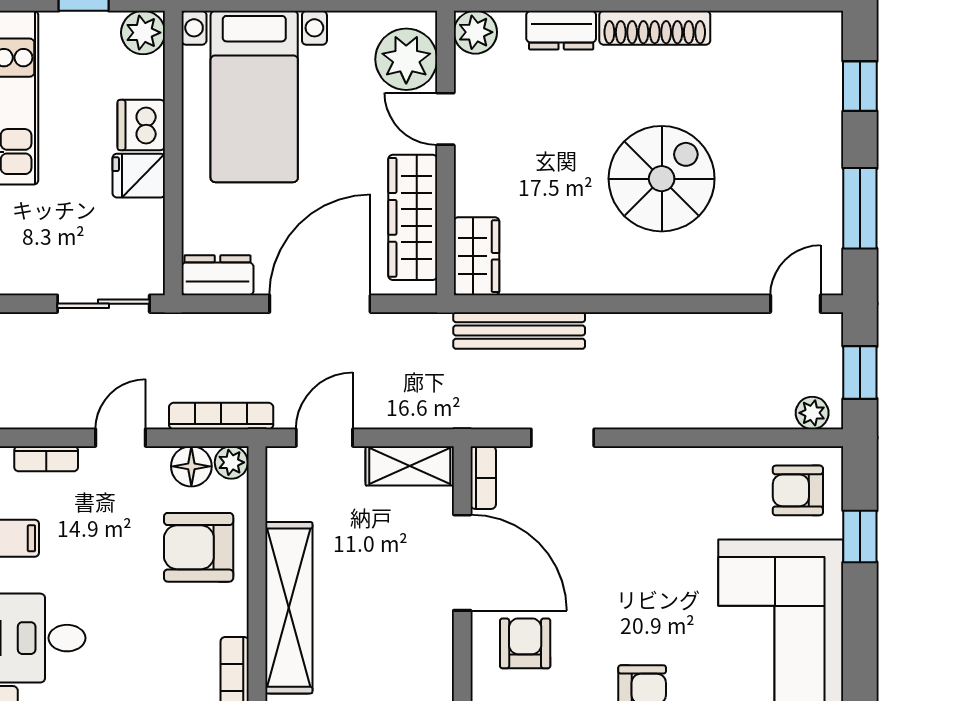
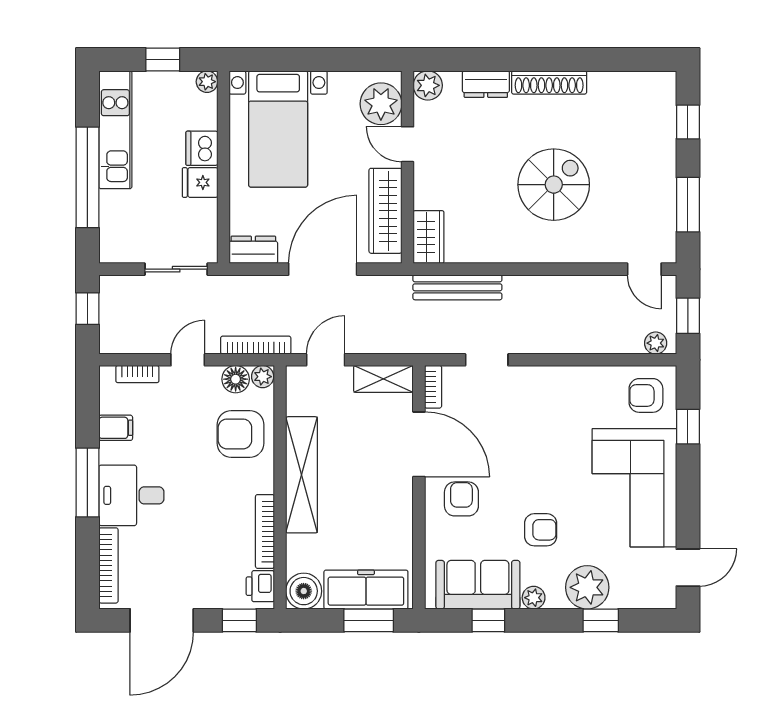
plant: (143, 33) -> (207, 82), width x0.73, depth x0.73
door: (795, 304) -> (644, 269), swing flipped

